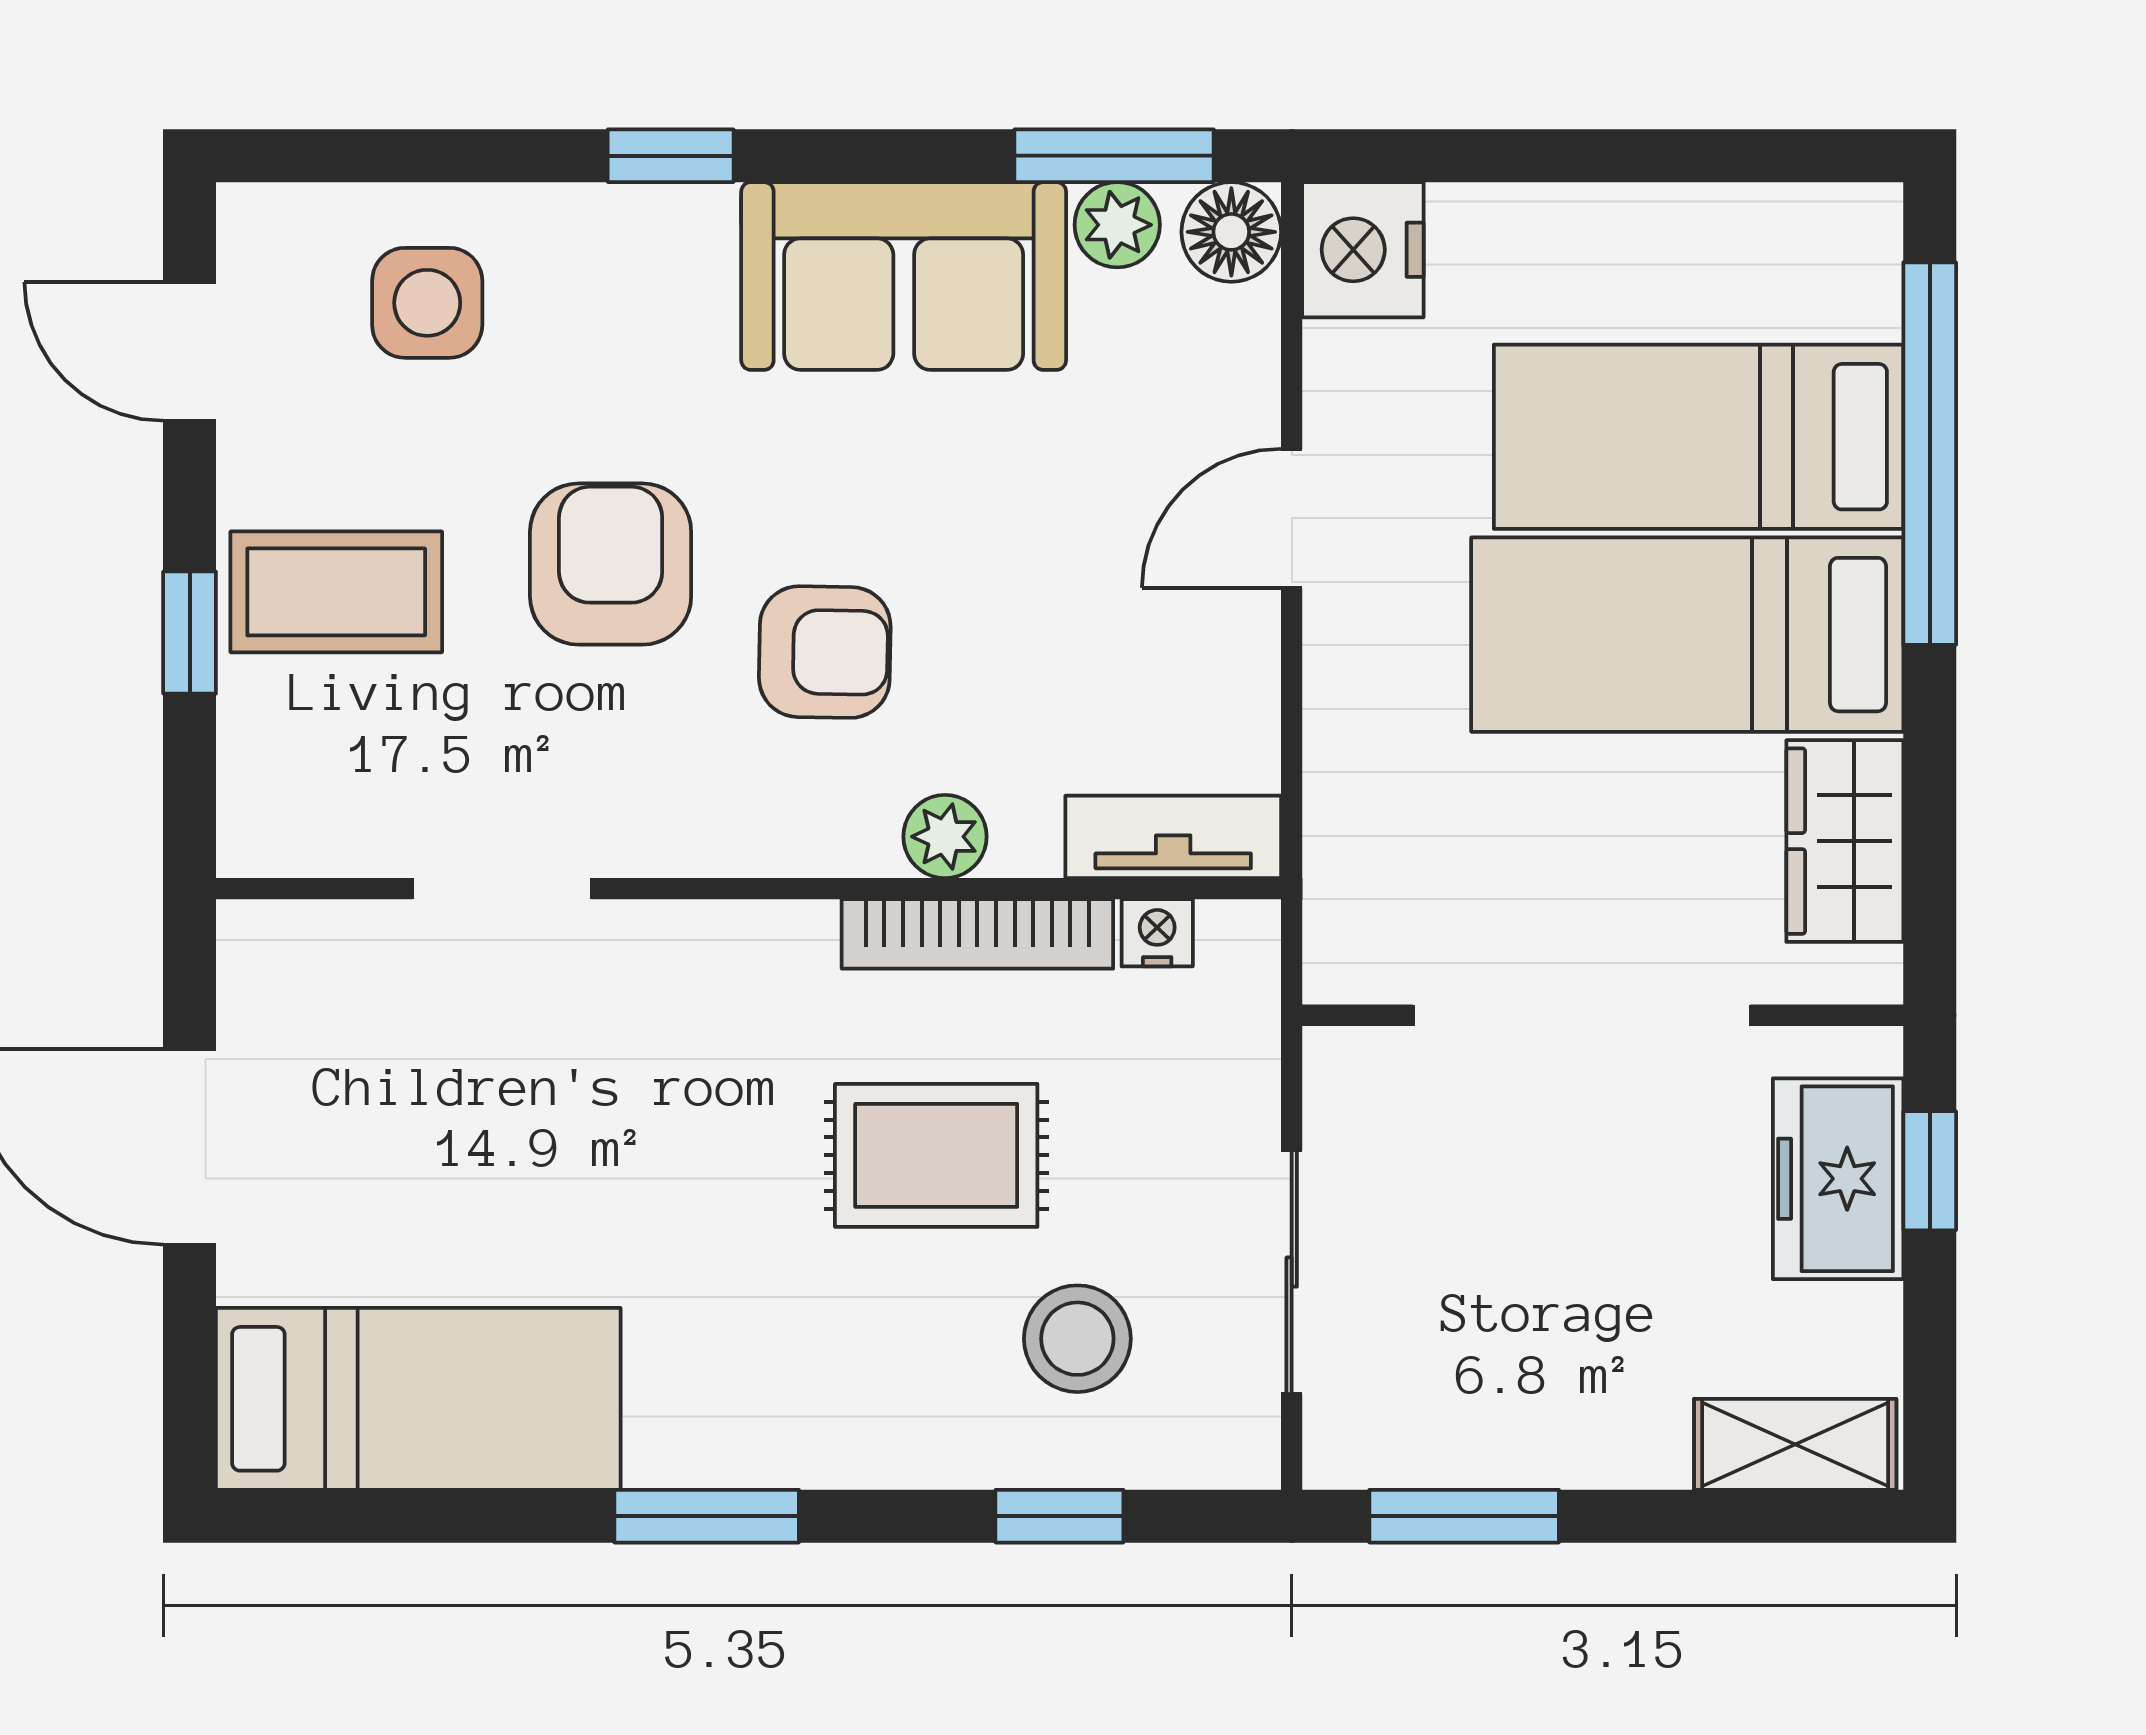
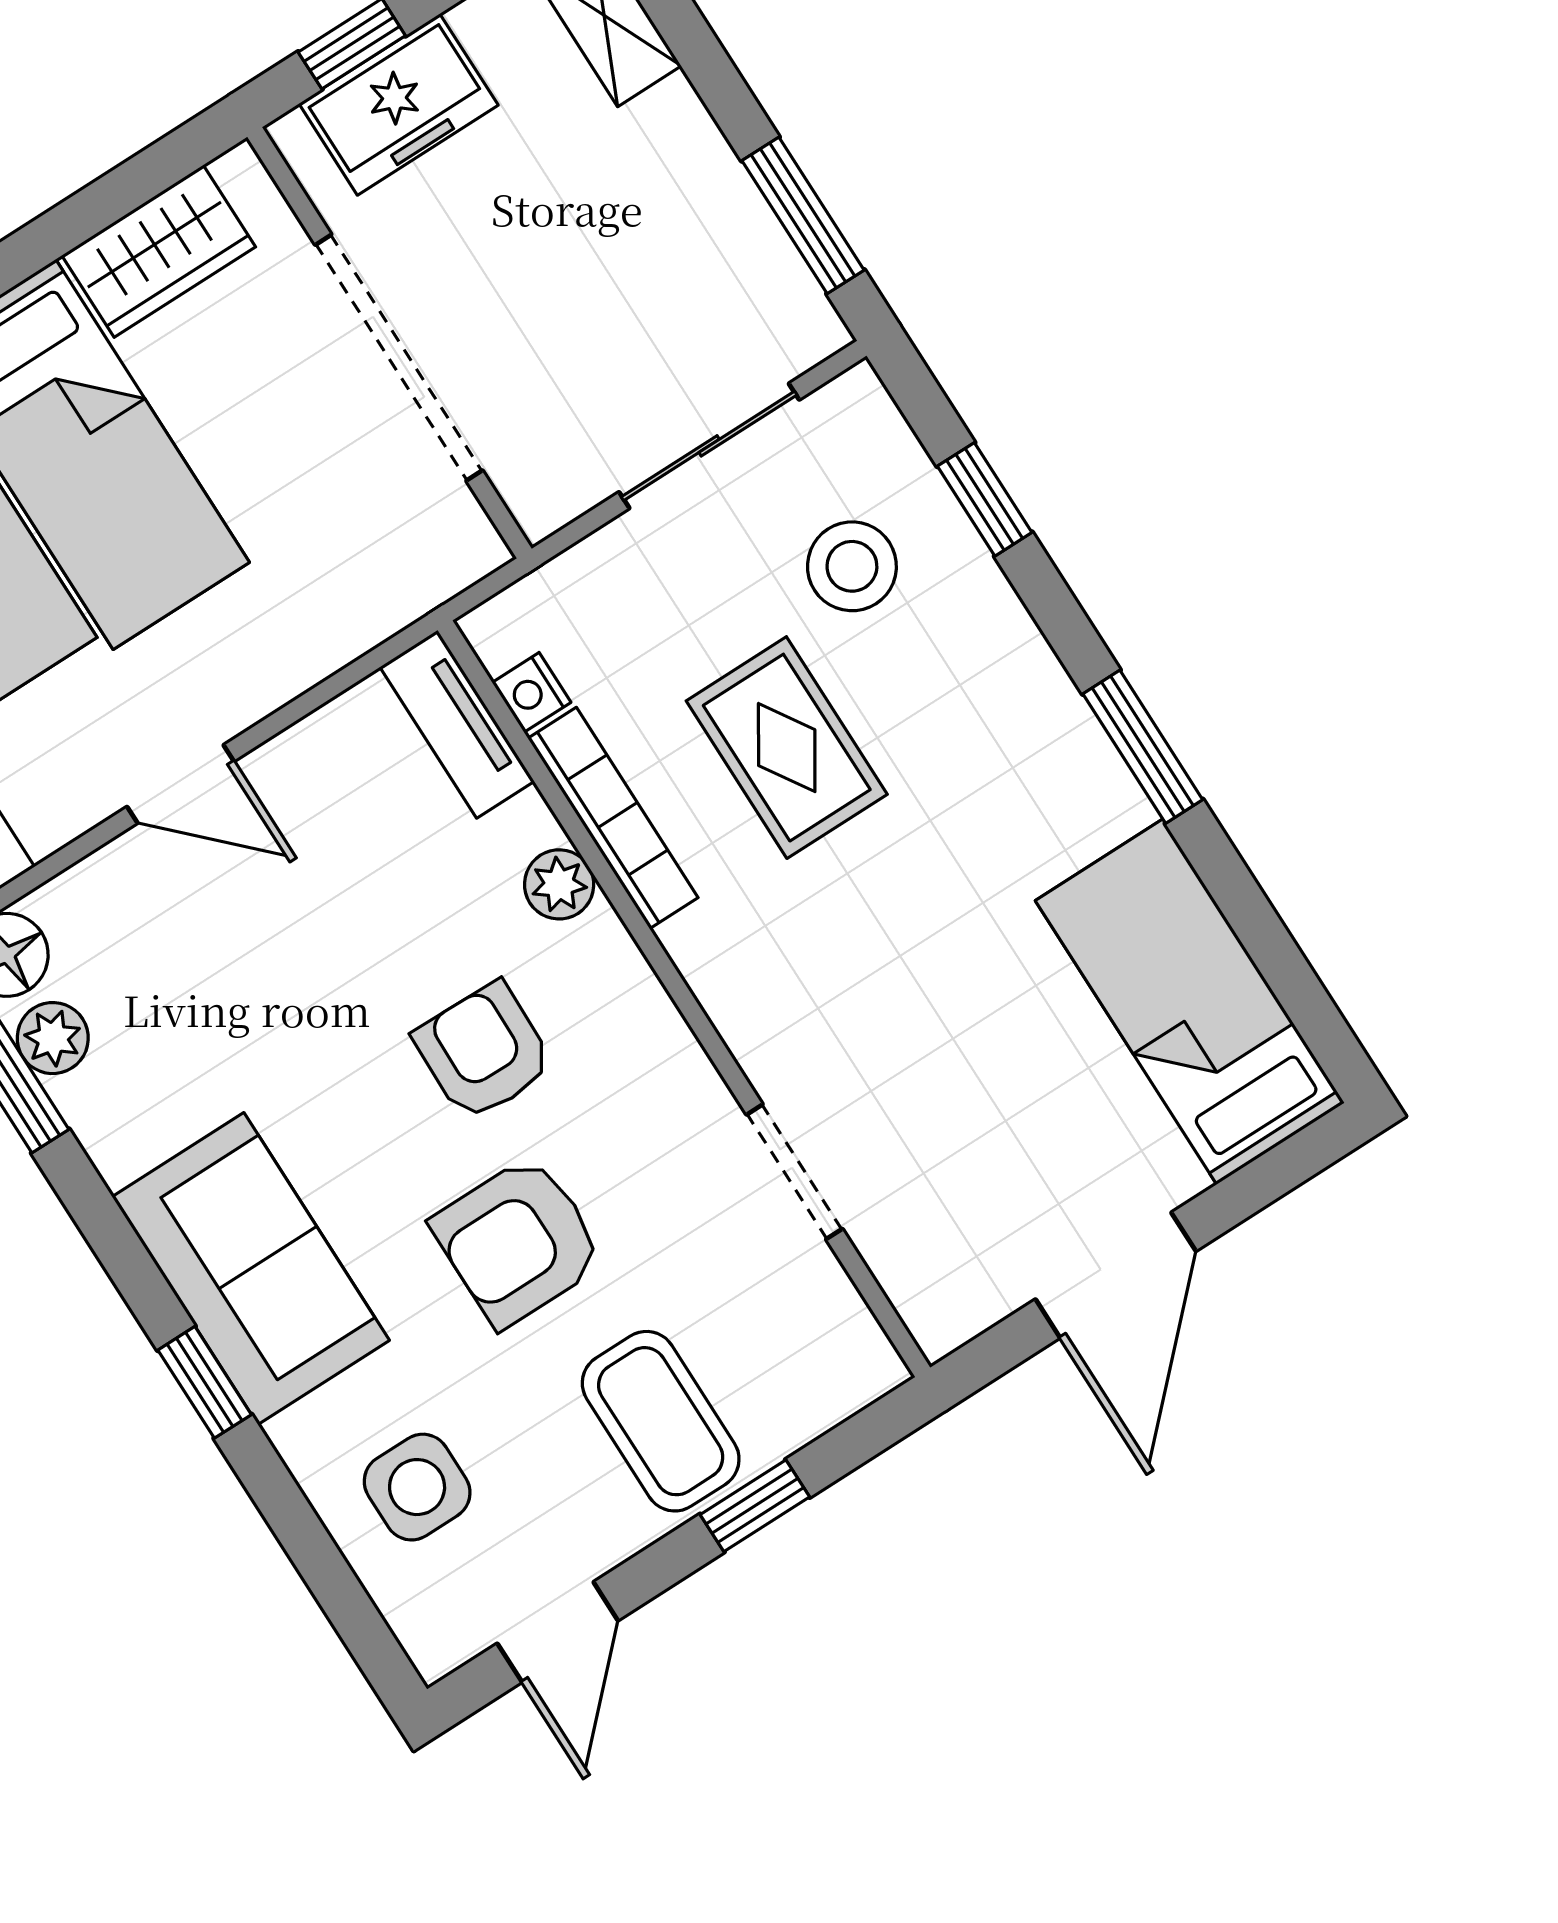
sofa: (904, 276) -> (251, 1269), moved

